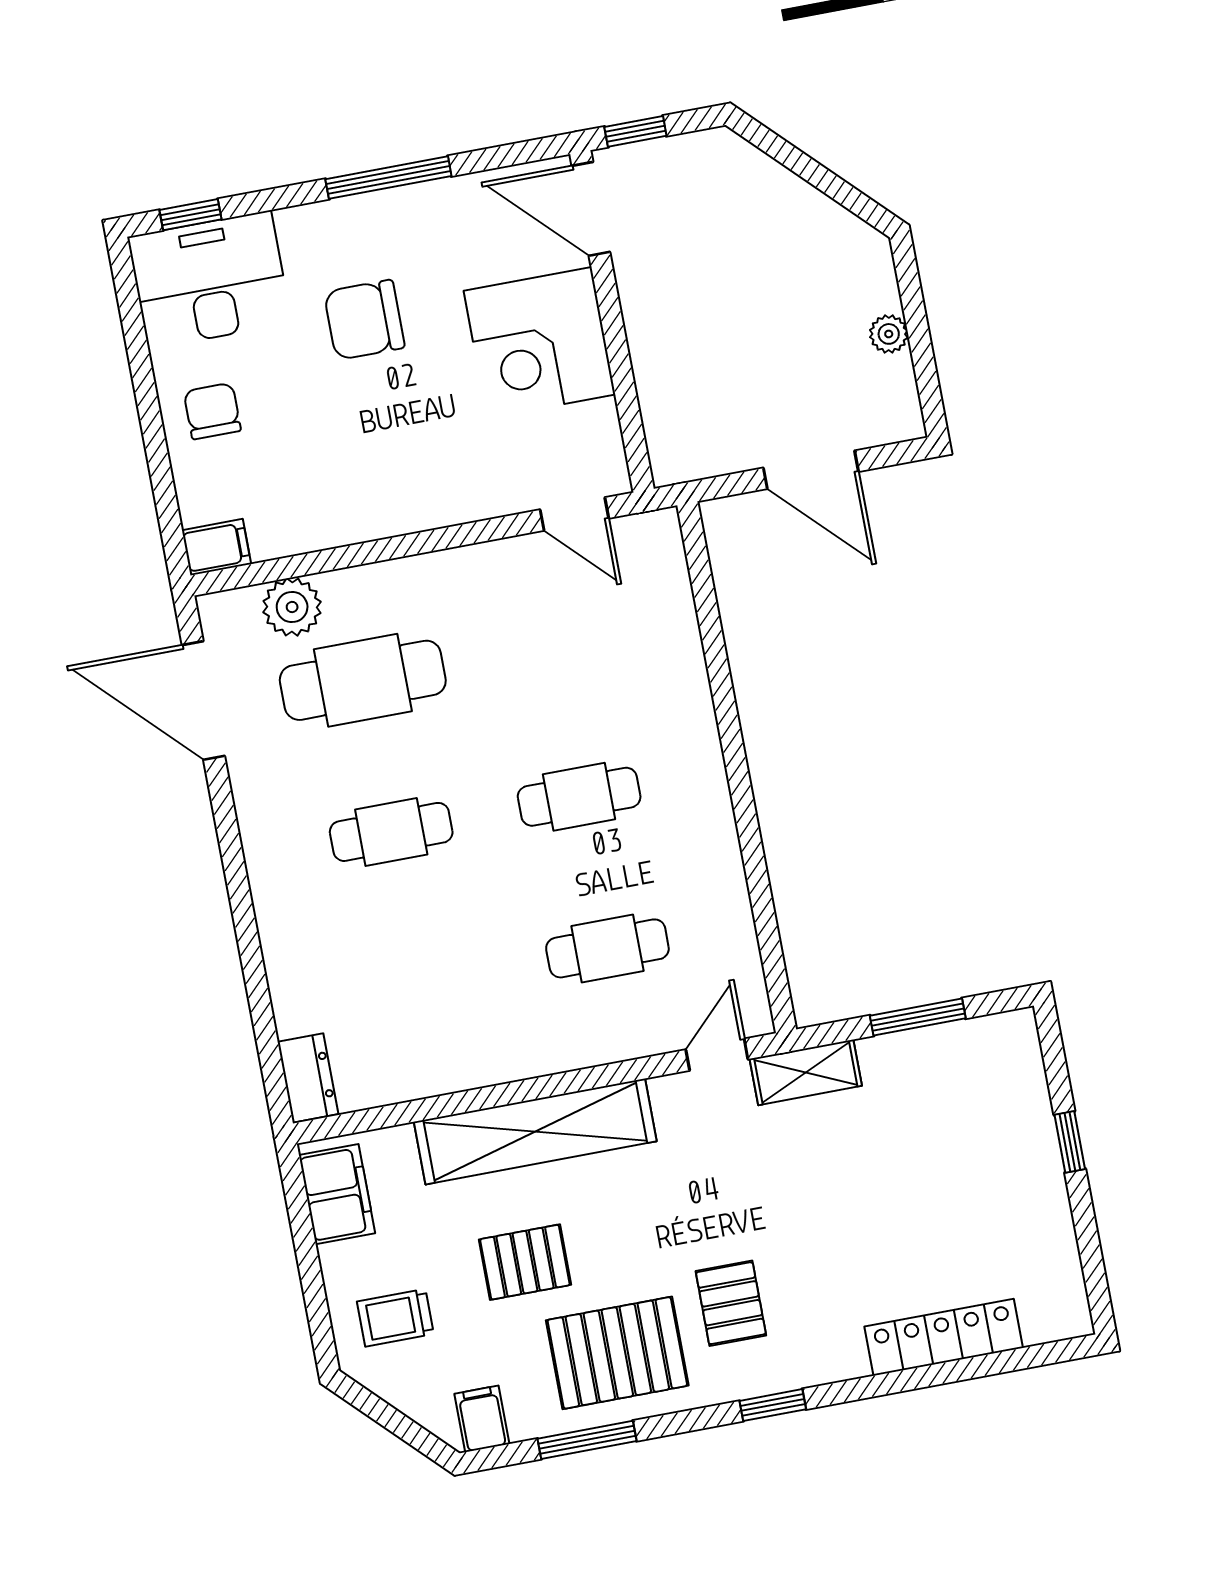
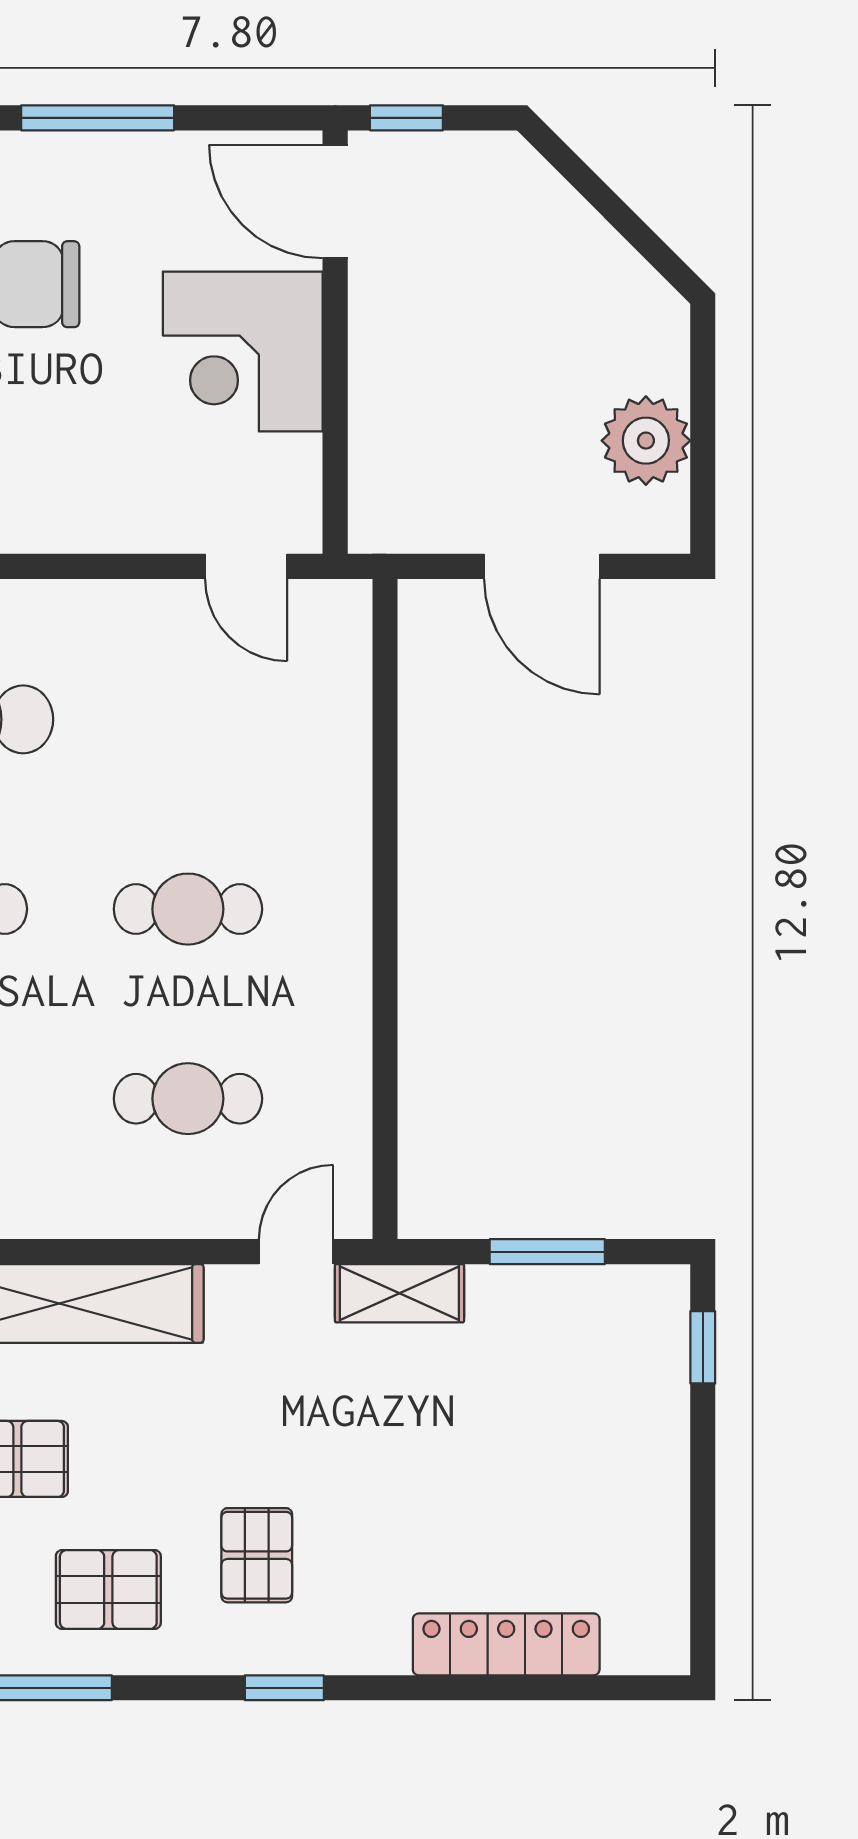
plant: (889, 334) -> (646, 441), width x1.88, depth x1.88
window: (1070, 1142) -> (703, 1347), moved
pallet: (617, 1353) -> (108, 1590), width x0.67, depth x0.71

